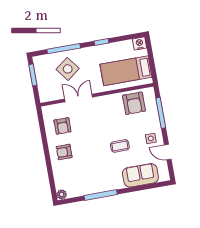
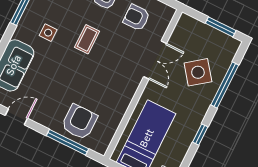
armchair: (134, 103) -> (79, 122), moved, turned 90
side table: (151, 138) -> (48, 33), moved
coffee table: (120, 146) -> (87, 39), moved

